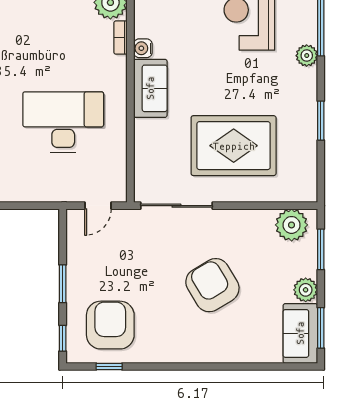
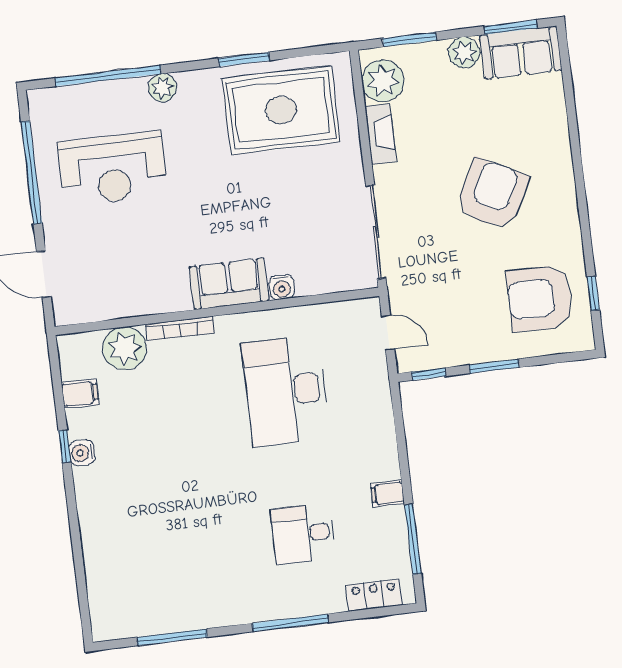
bookcase: (120, 38) -> (180, 329), width x1.56
water cooler: (143, 48) -> (282, 287), moved
rug: (234, 146) -> (281, 110), moved, turned 90
fireplace: (251, 218) -> (381, 134), added
armchair: (212, 285) -> (492, 194), moved, turned 148
window: (63, 338) -> (429, 374), moved

